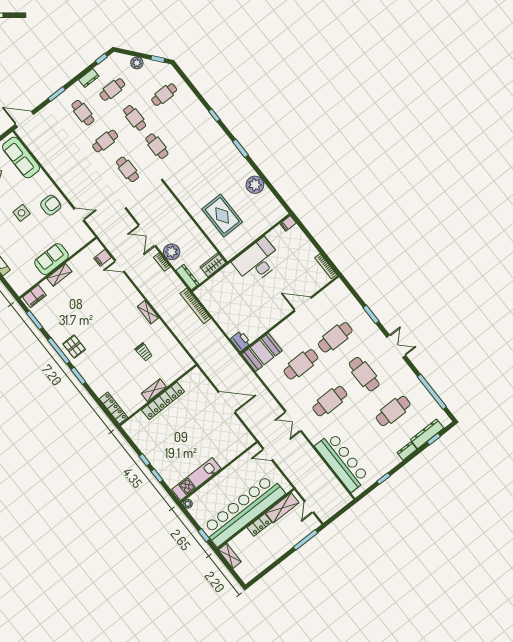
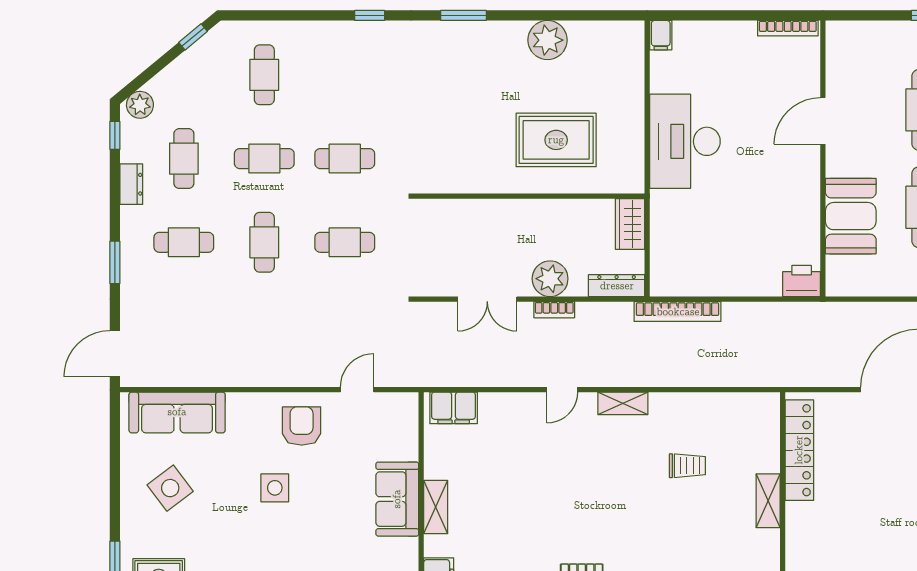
plant: (137, 63) -> (140, 105), moved
filing cabinet: (103, 258) -> (454, 408), width x2.00
door: (120, 266) -> (562, 390), moved
booth: (262, 352) -> (851, 216), moved
locker: (163, 401) -> (799, 450), moved

